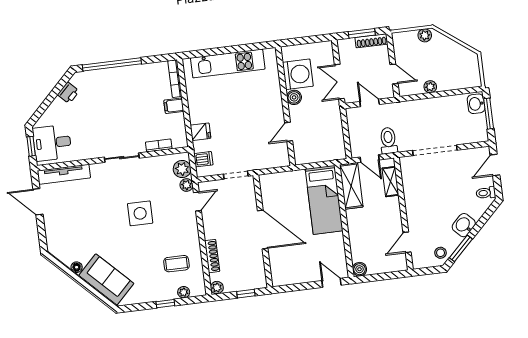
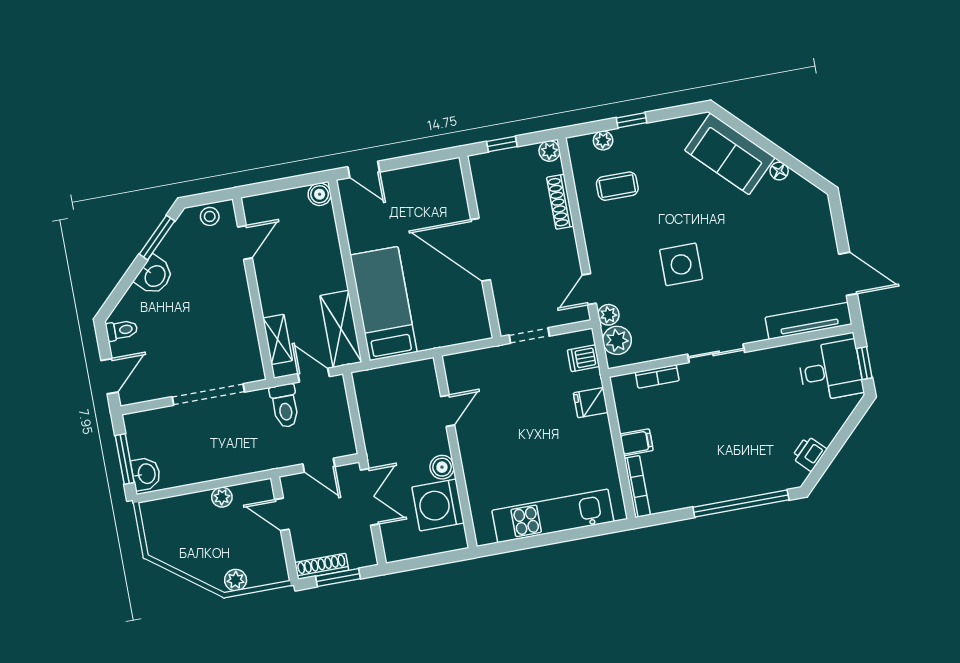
stool: (441, 253) -> (210, 216), moved

